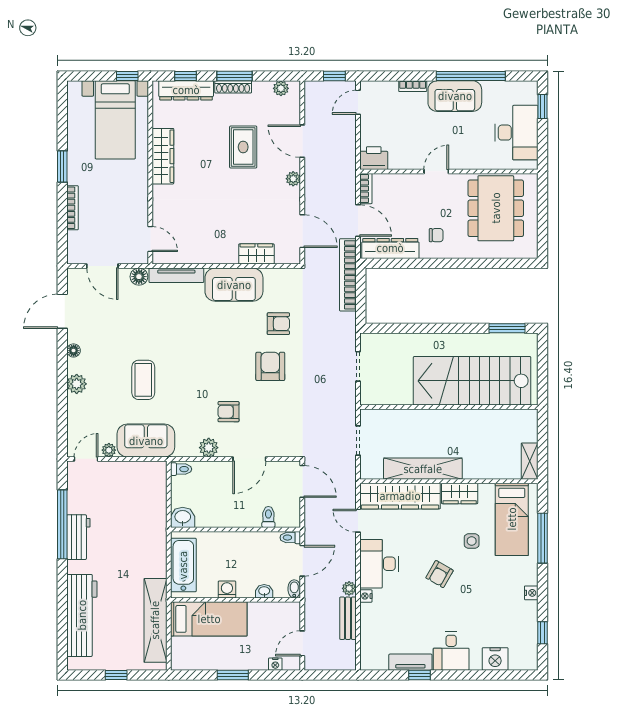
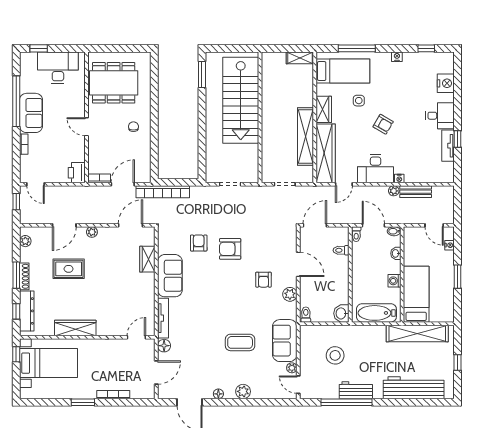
dresser: (390, 248) -> (143, 160), removed
stool: (126, 509) -> (335, 355), added

